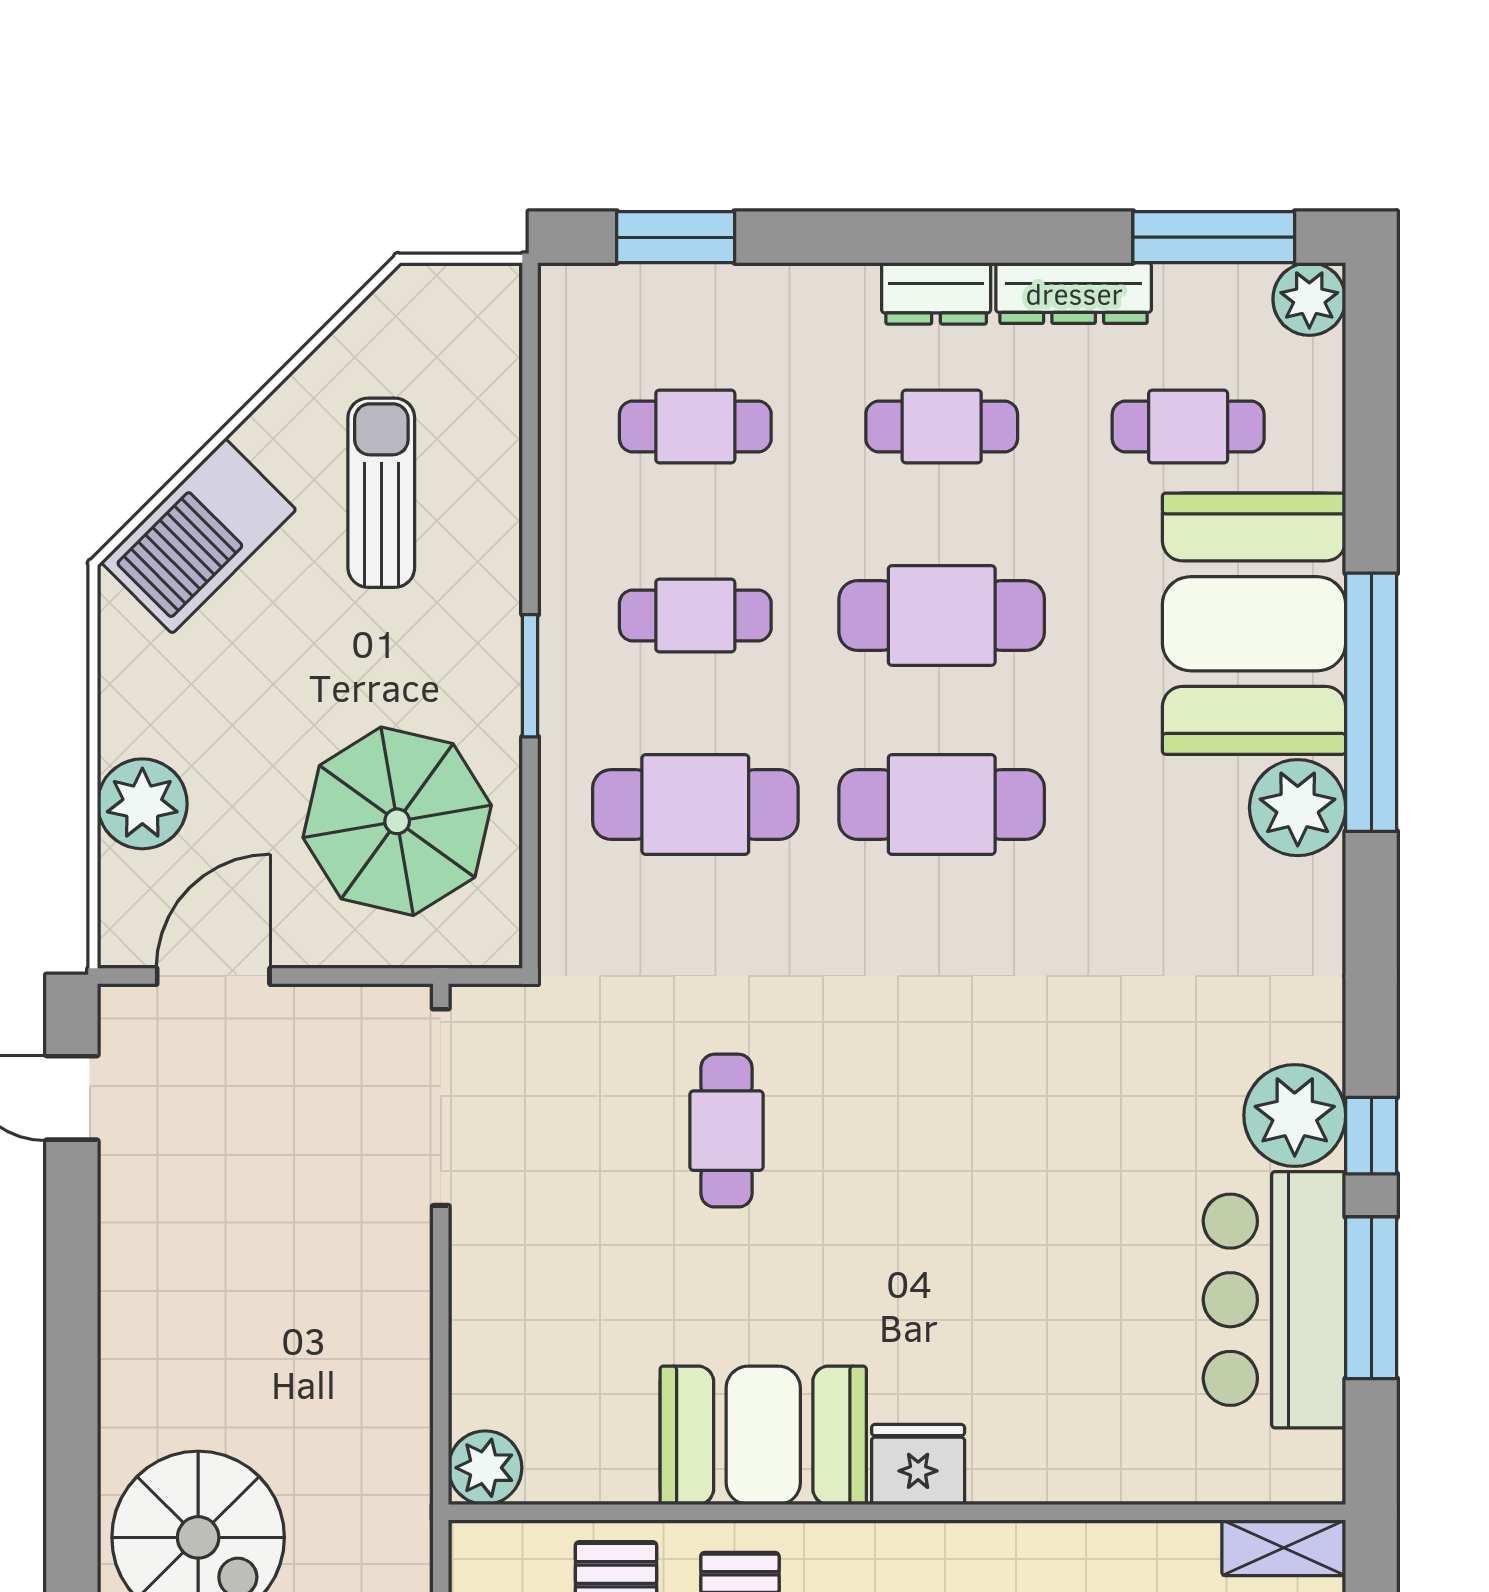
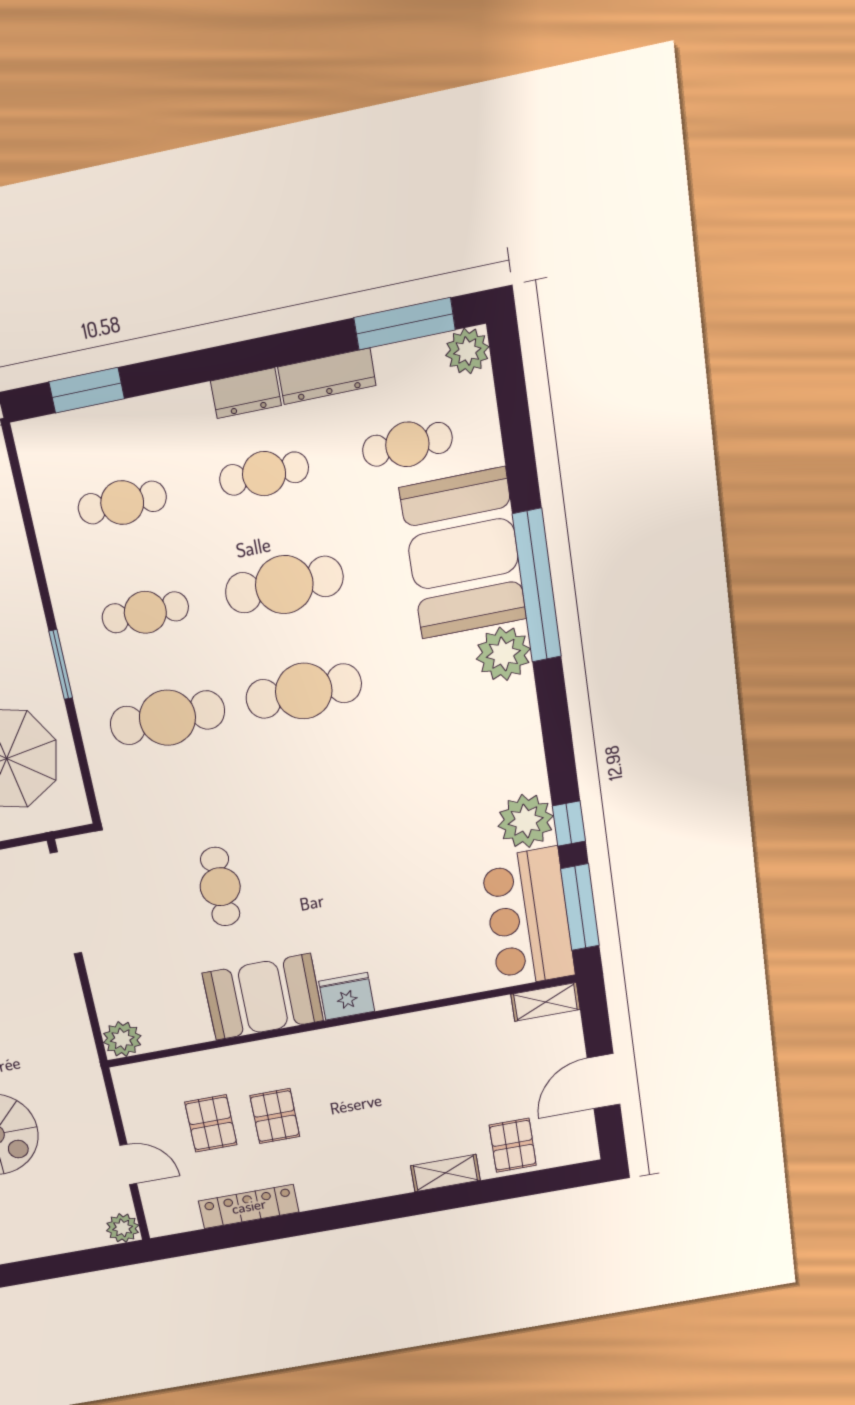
booth: (763, 1435) -> (263, 997), moved
fridge: (918, 1464) -> (347, 996), moved
plant: (485, 1468) -> (122, 1039), moved
wall: (897, 1512) -> (340, 1022), moved
shelving: (1284, 1548) -> (546, 1002), moved

